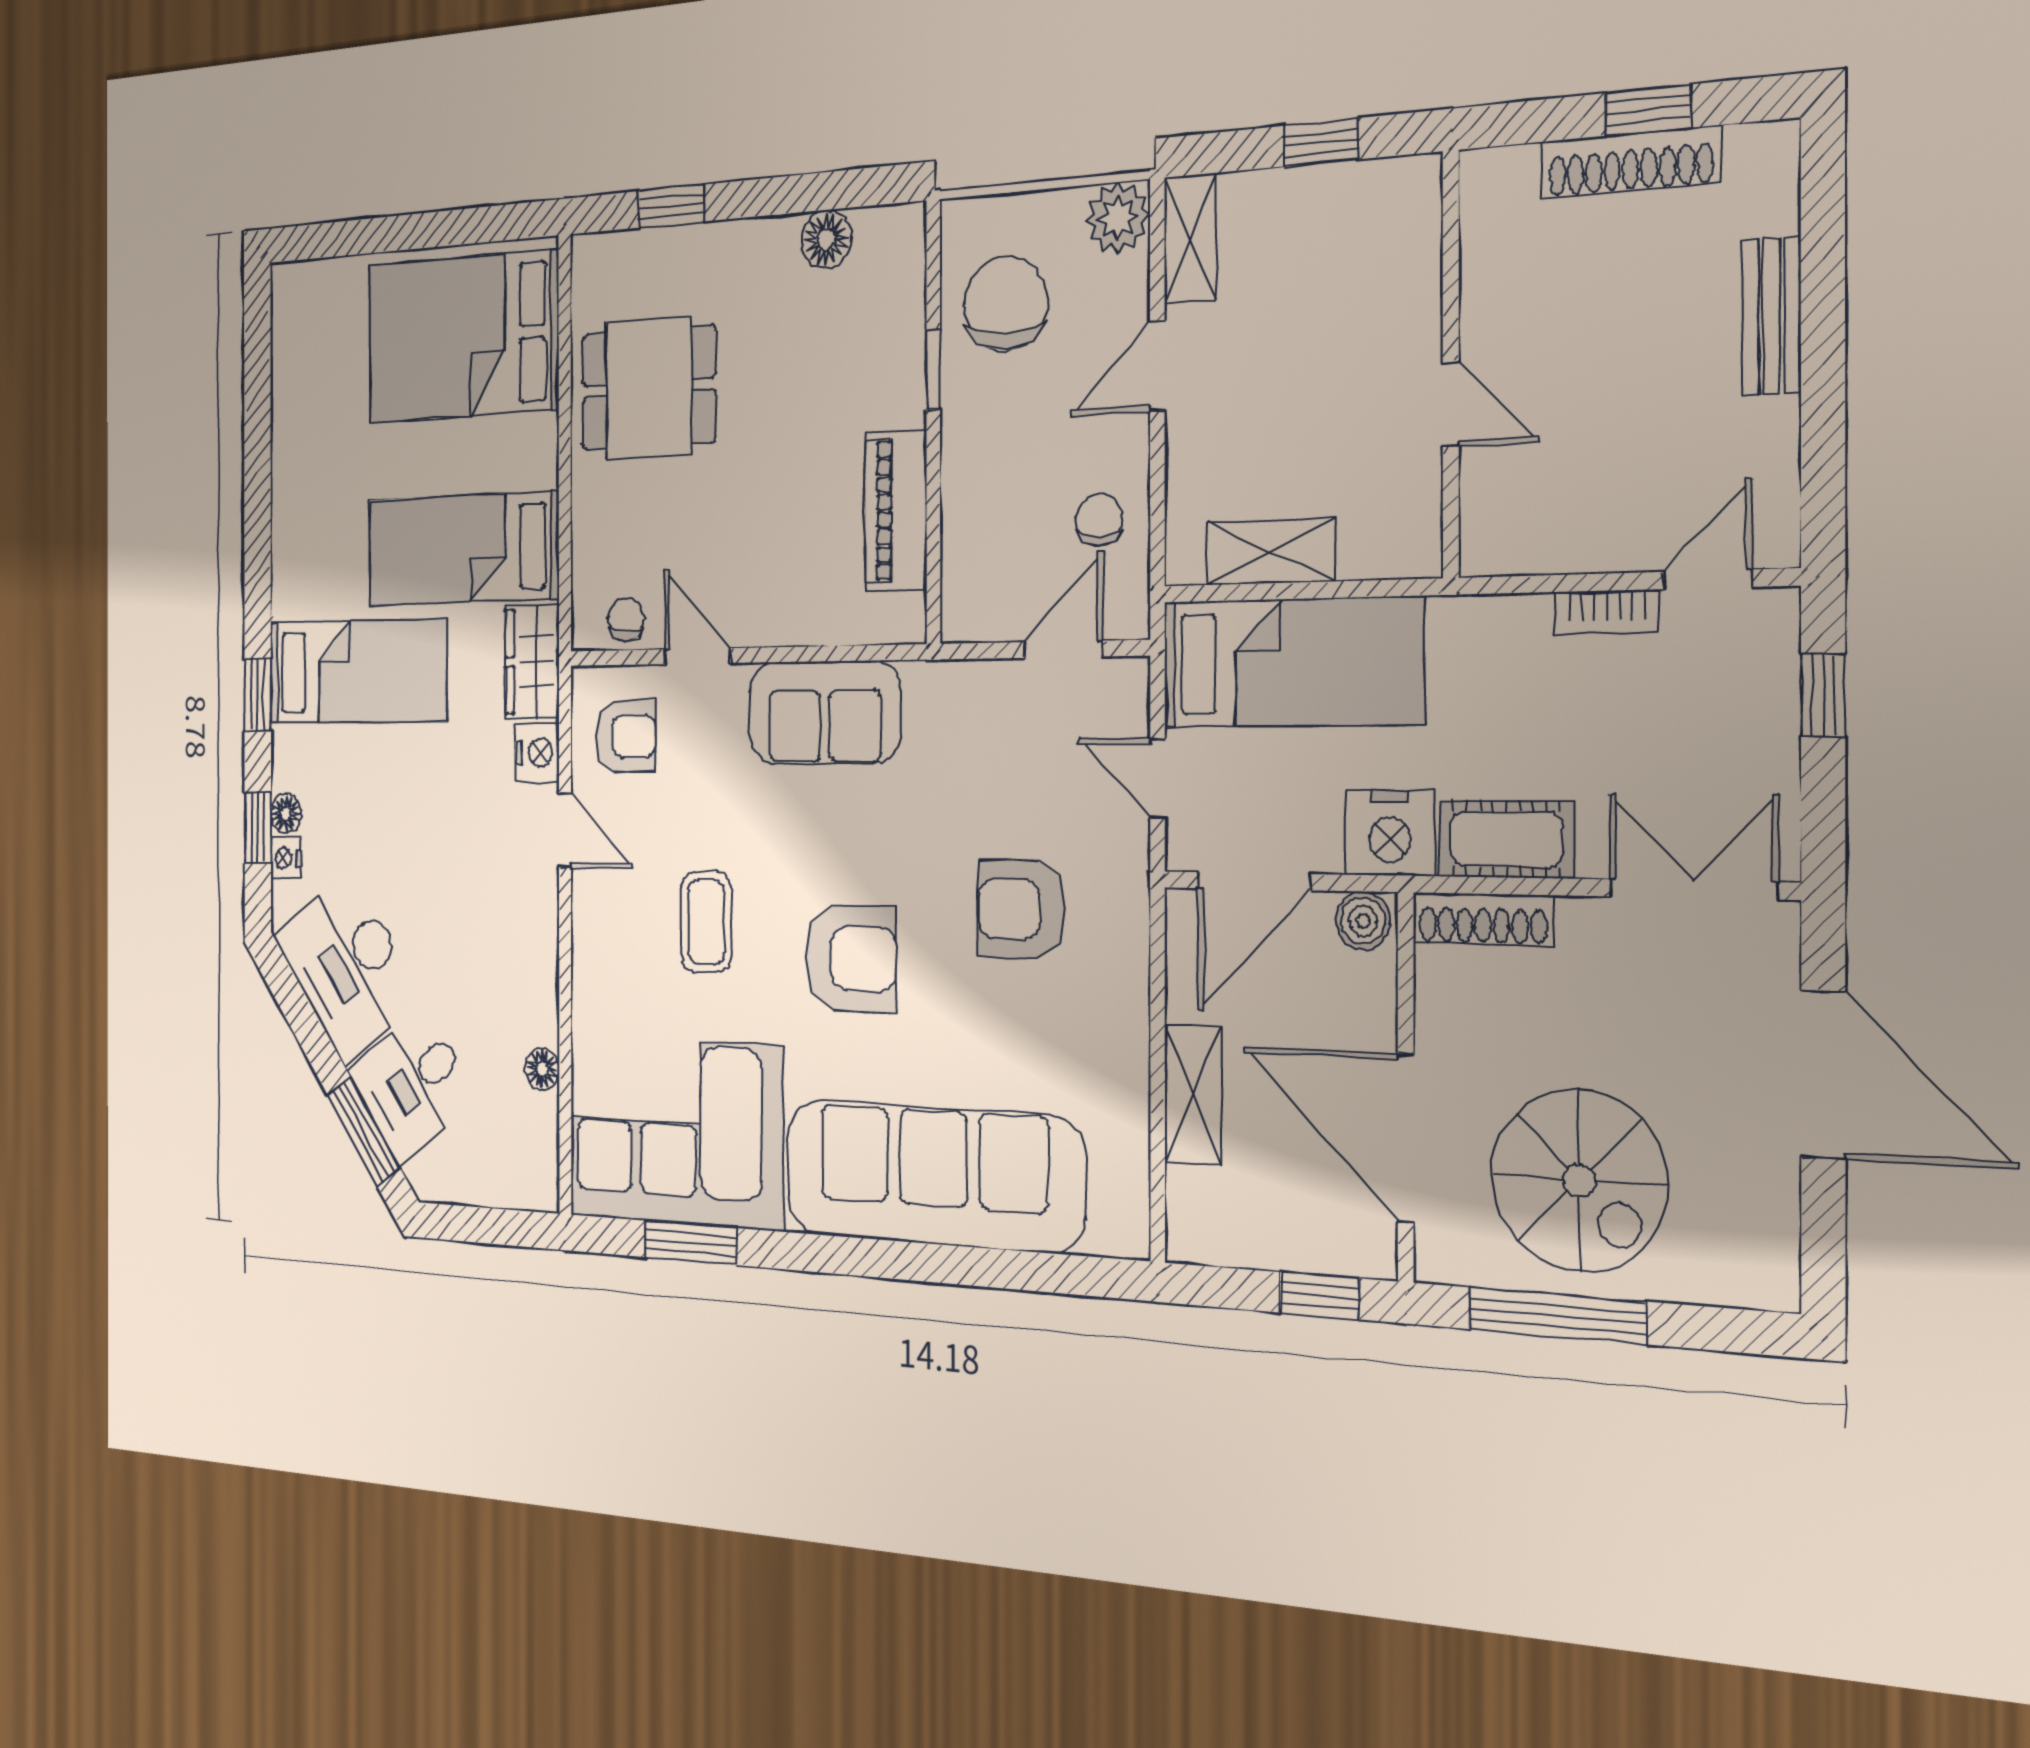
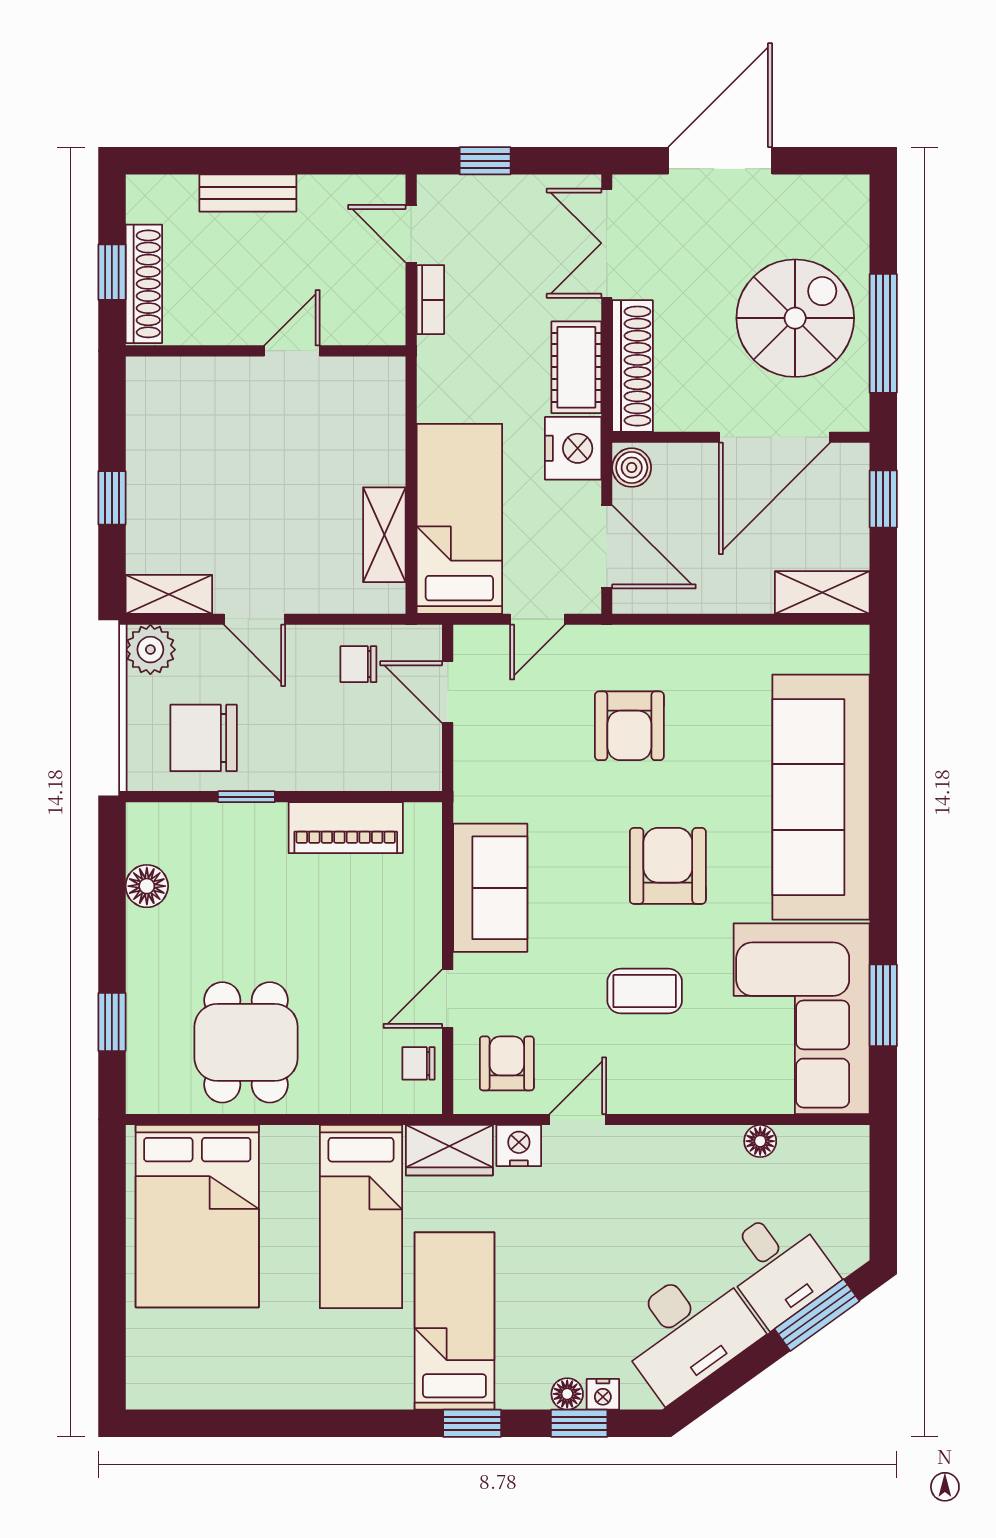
wall: (1451, 364) -> (266, 351), moved
door: (1451, 405) -> (292, 351), moved
shoe rack: (1483, 919) -> (633, 366), width x1.36, depth x1.24
shelving: (1193, 1095) -> (822, 592), moved

